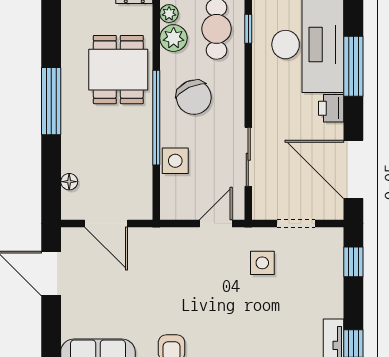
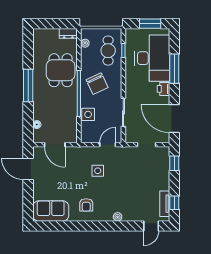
plant: (174, 38) -> (87, 55), removed
side table: (262, 263) -> (98, 171), moved

